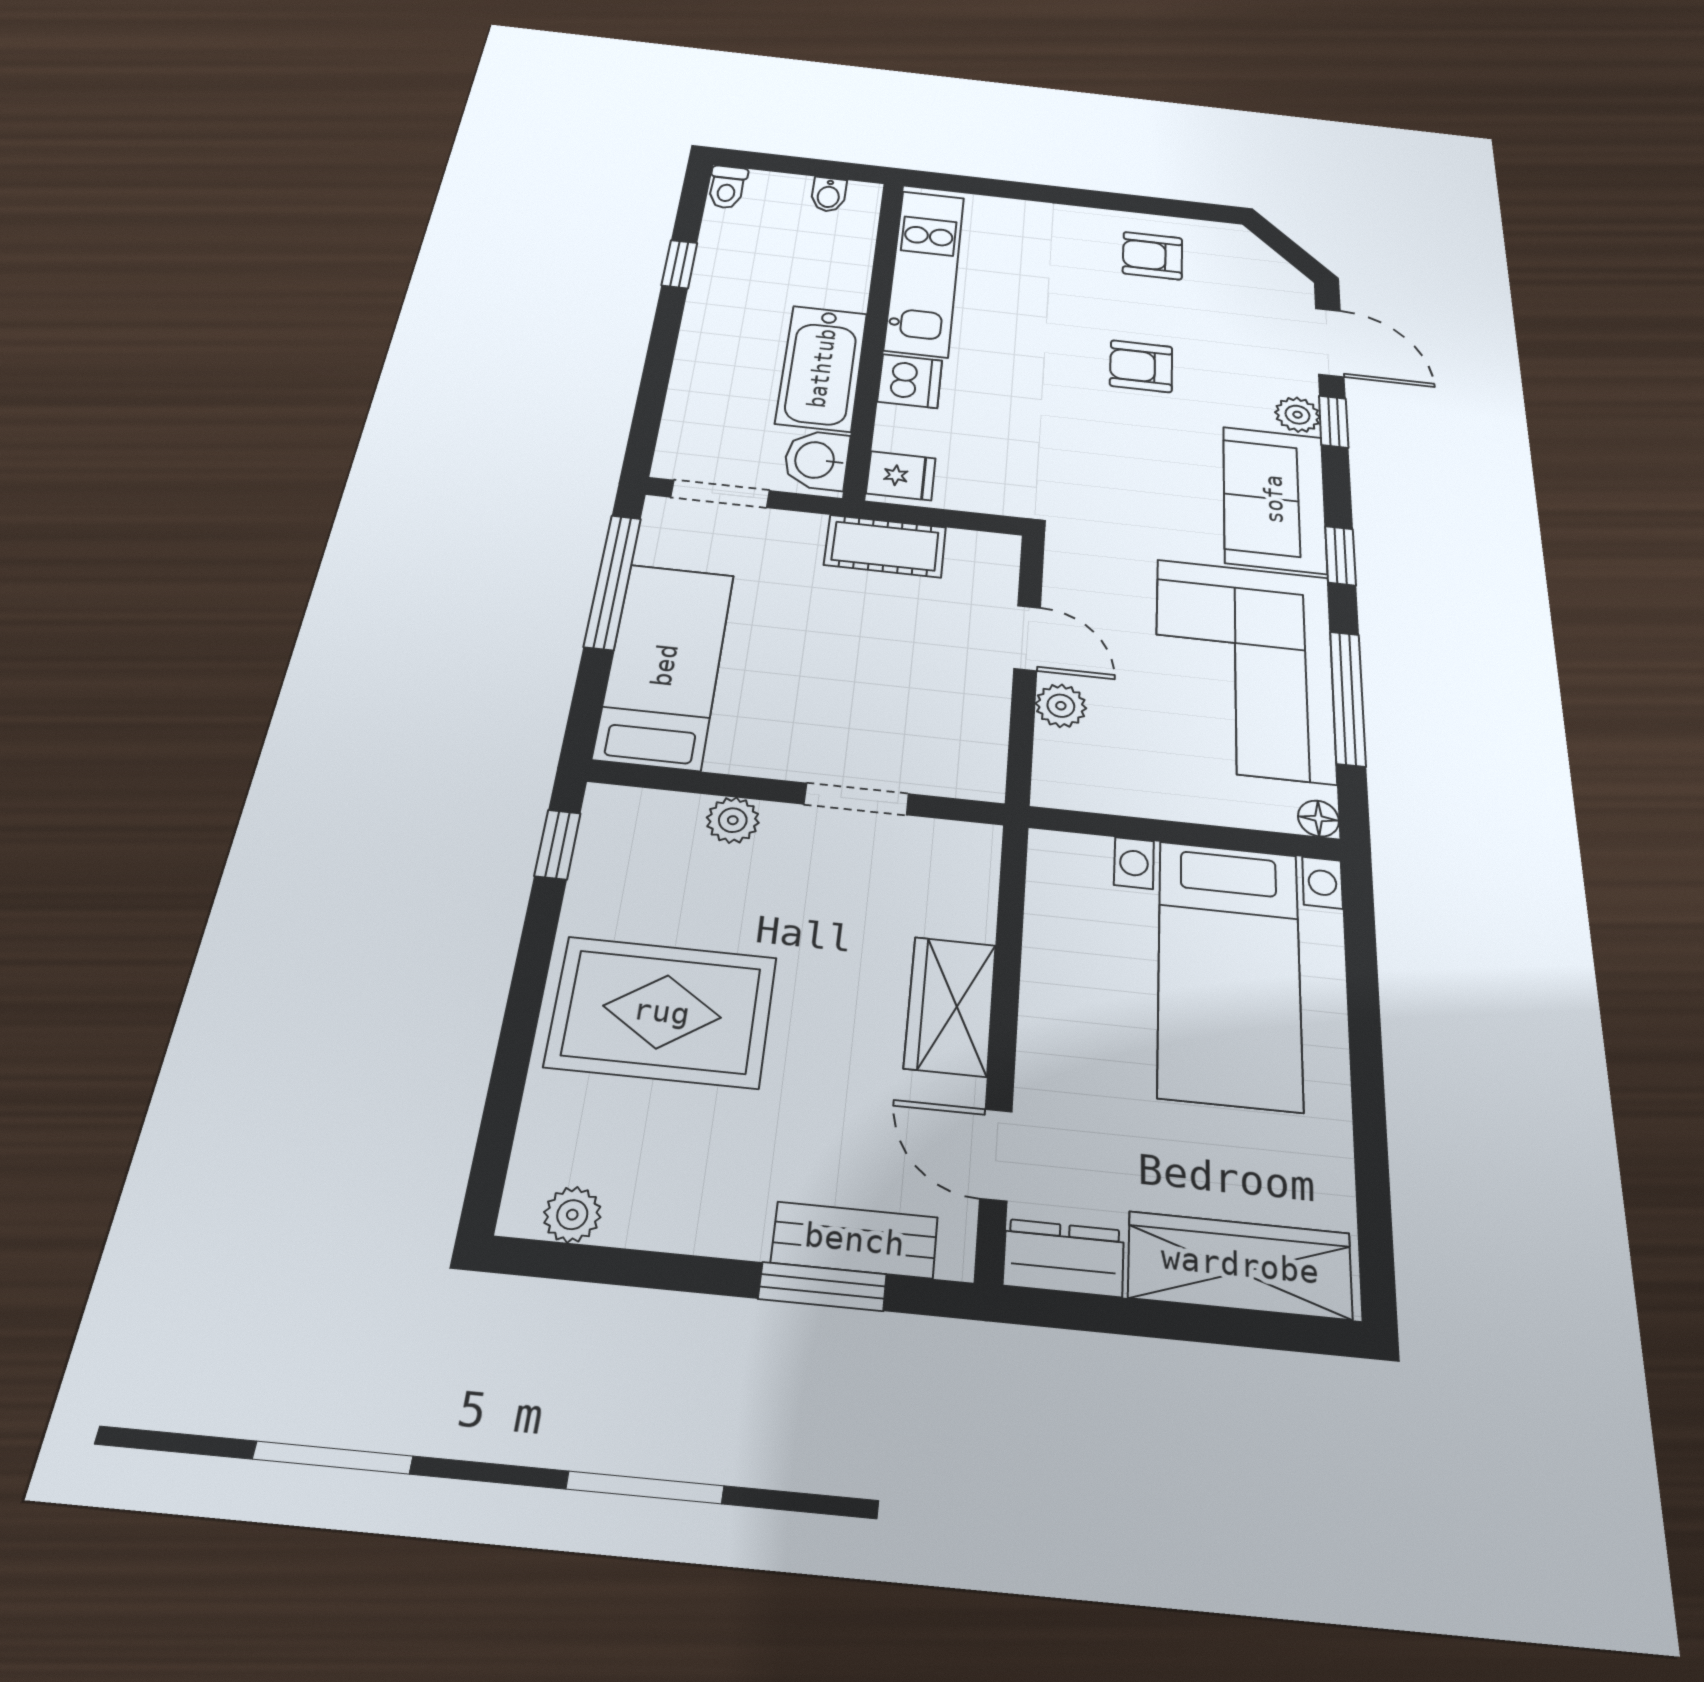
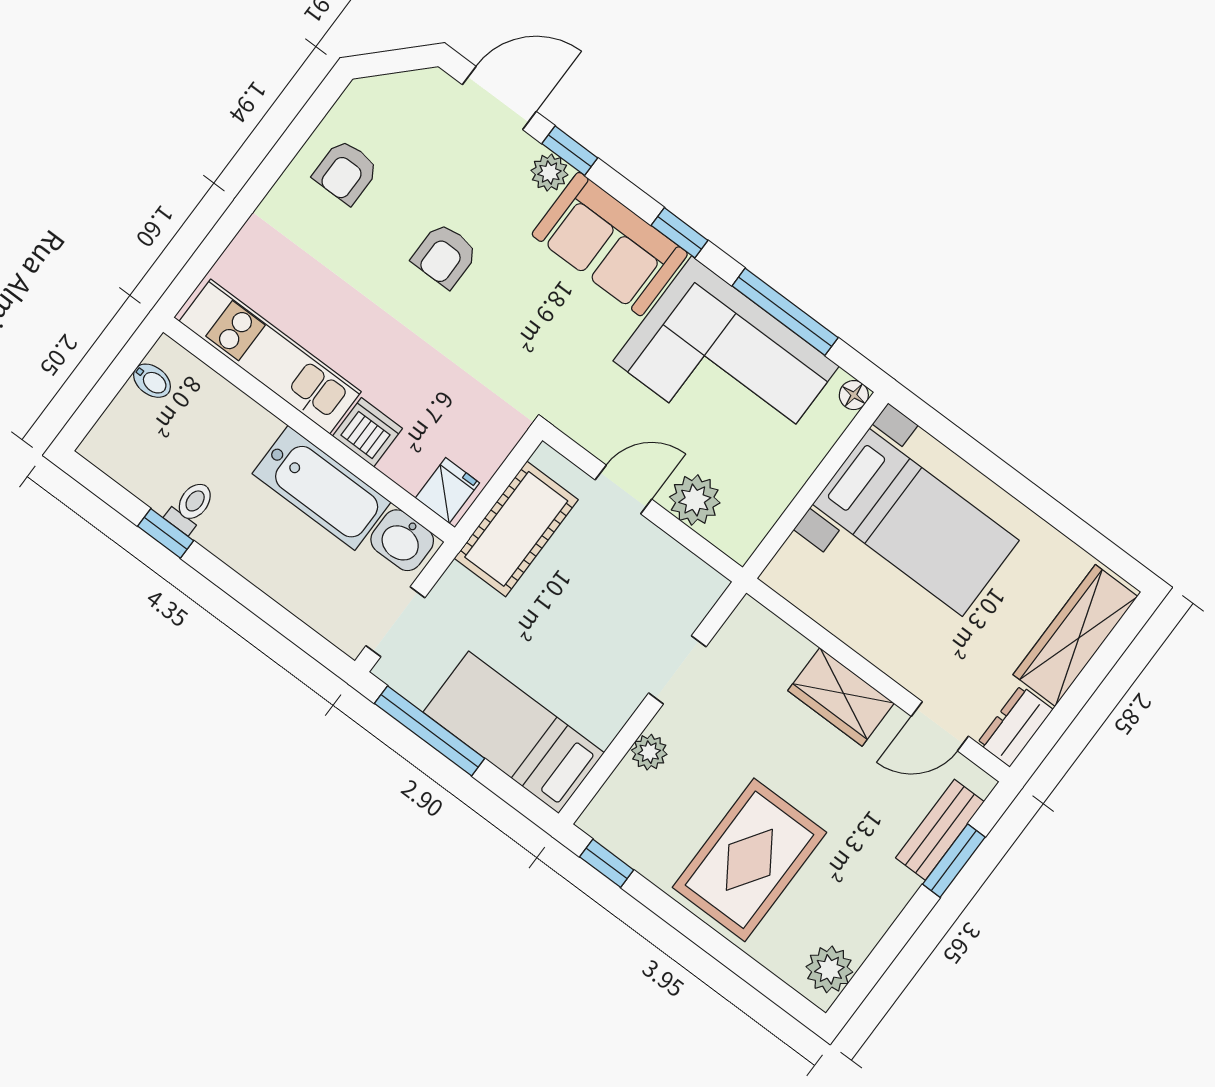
toilet: (727, 187) -> (191, 507), moved, turned -90
cot: (885, 546) -> (516, 529), width x1.37, depth x1.34
plant: (1061, 706) -> (695, 500), width x1.38, depth x1.38
plant: (572, 1215) -> (829, 969), width x1.38, depth x1.38

